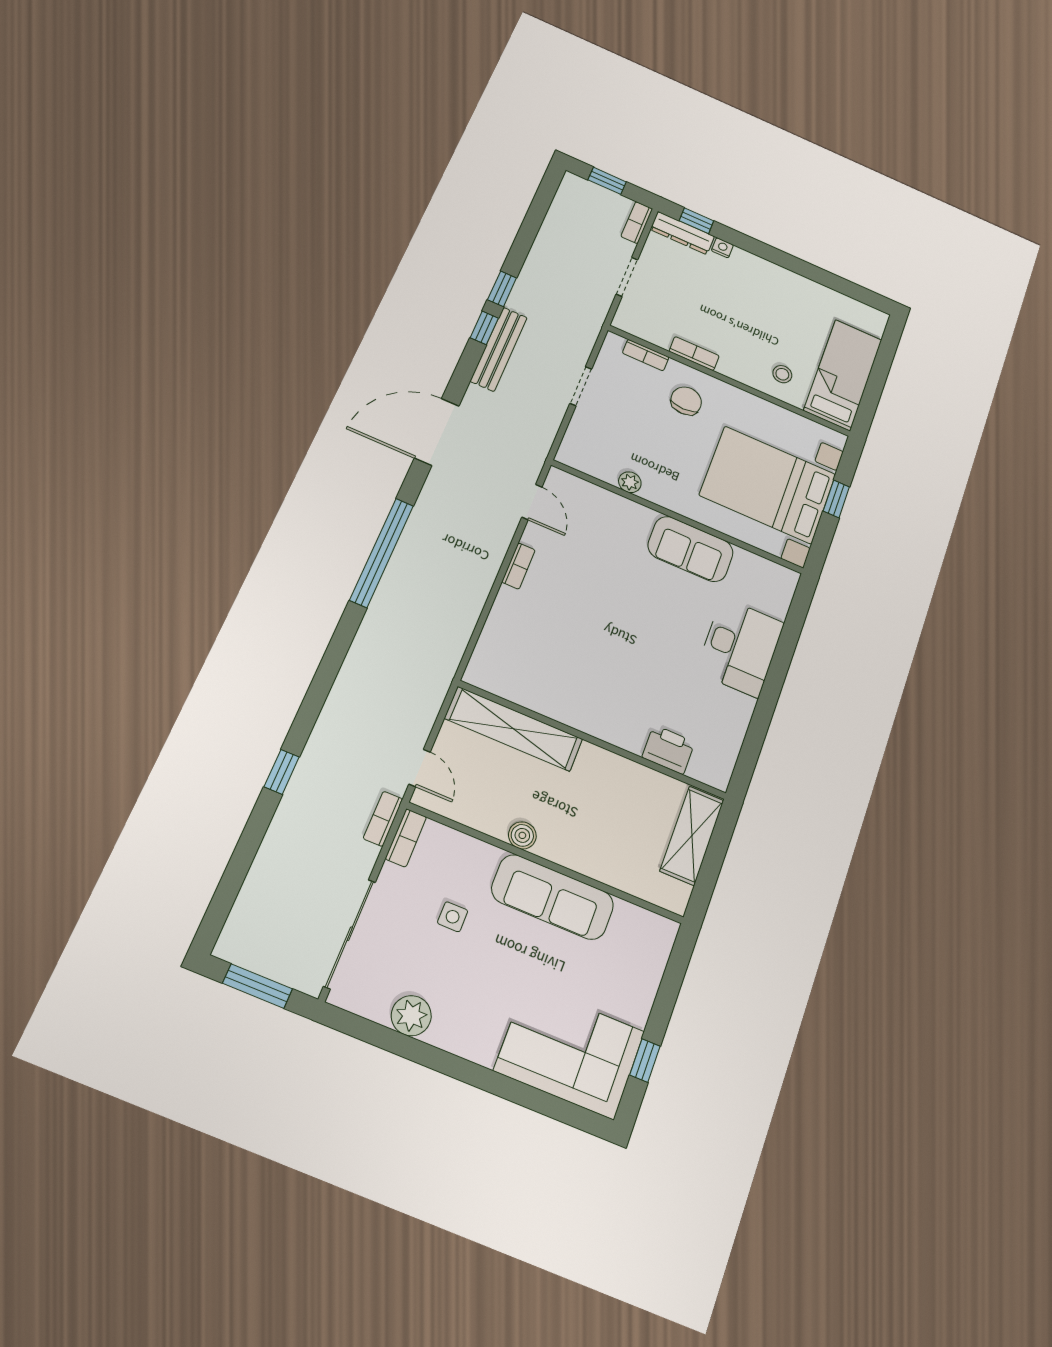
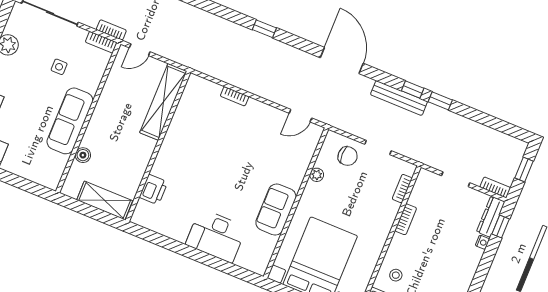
chair: (686, 401) -> (348, 156), moved
window: (382, 553) -> (264, 29), width x0.32
bookcase: (519, 566) -> (235, 96), moved
boiler: (522, 835) -> (83, 155), moved

